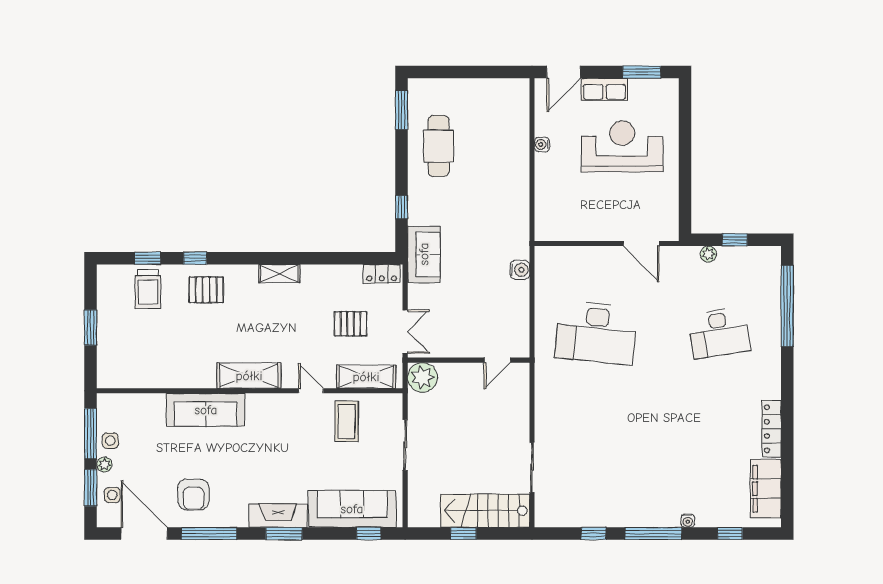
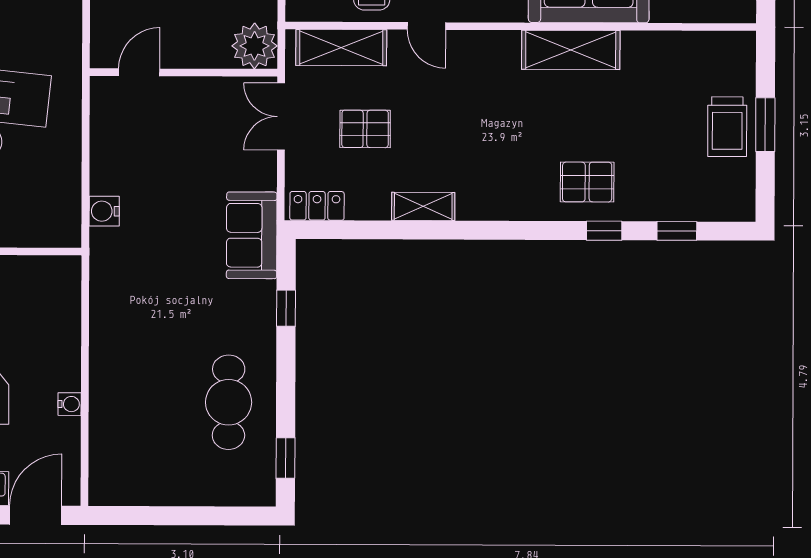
window: (401, 110) -> (285, 458), width x0.67
shelving: (279, 274) -> (423, 206), moved
trolley: (148, 289) -> (727, 127), moved, turned 180
shelving: (249, 376) -> (571, 50), moved

